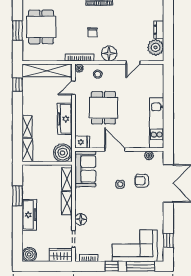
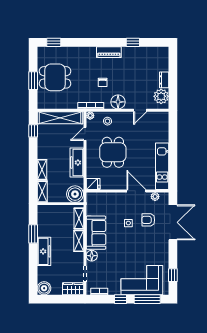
dining table: (41, 27) -> (55, 77), turned 90
door: (115, 150) -> (136, 191), moved
sofa: (85, 169) -> (96, 233), moved

